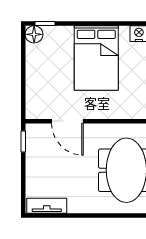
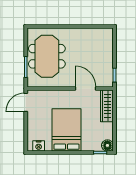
wardrobe: (35, 95) -> (107, 106), added
tv unit: (47, 206) -> (99, 33), removed

